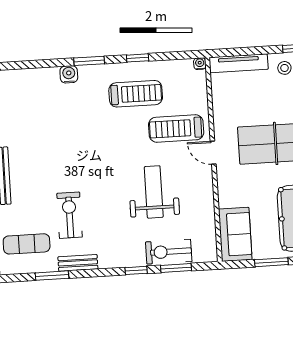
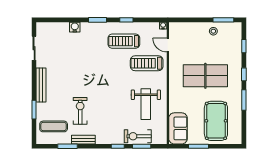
tv unit: (239, 63) -> (186, 27), removed
water cooler: (69, 74) -> (75, 27), moved
treadmill: (136, 94) -> (124, 41), turned 180
door: (213, 153) -> (168, 45), moved
weight bench: (154, 192) -> (146, 104), moved, turned 180

